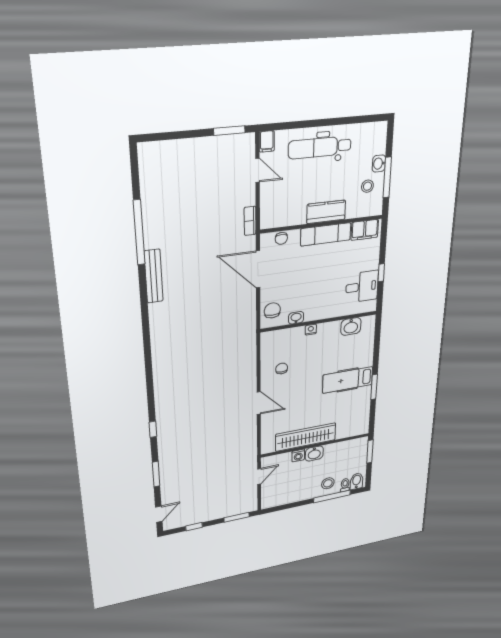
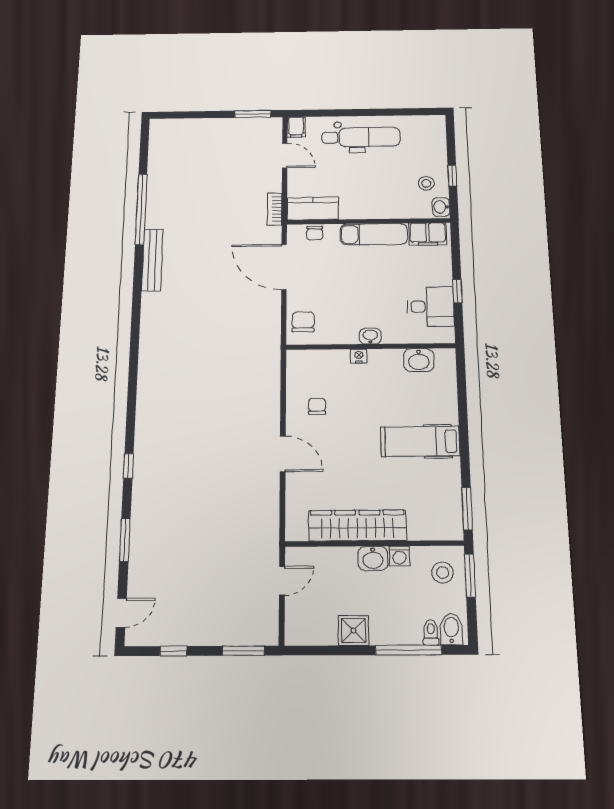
dental chair: (320, 147) -> (361, 137), turned 180
washbasin: (379, 164) -> (441, 207), moved
window: (387, 177) -> (452, 176), width x0.46
kitchen counter: (326, 212) -> (313, 209), moved
washbasin: (296, 318) -> (370, 336), moved
window: (374, 387) -> (467, 509), moved
washing machine: (298, 456) -> (399, 556), moved
stool: (328, 483) -> (443, 573), moved
shower: (301, 493) -> (354, 630), added

